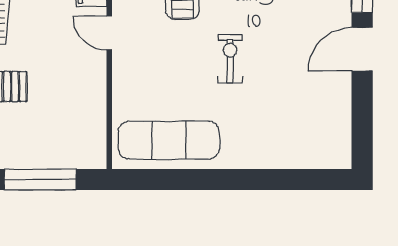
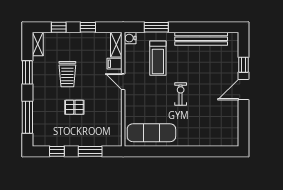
window: (40, 179) -> (90, 151), width x0.69

